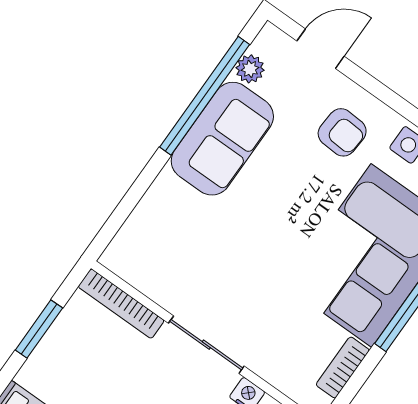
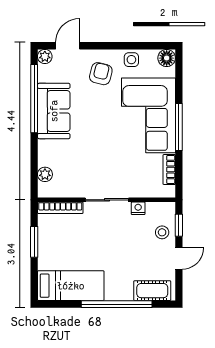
plant: (250, 69) -> (45, 57), moved
armchair: (342, 132) -> (101, 74), turned -80
plant: (135, 232) -> (45, 174), added

